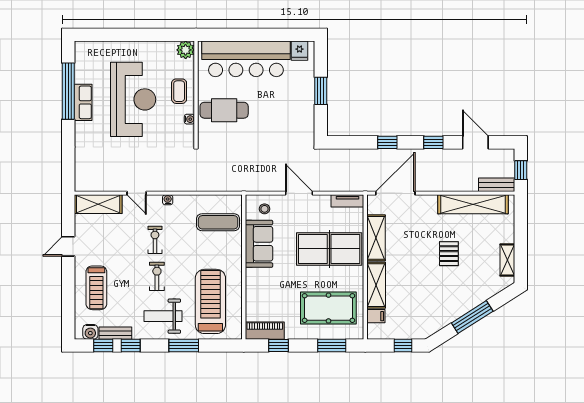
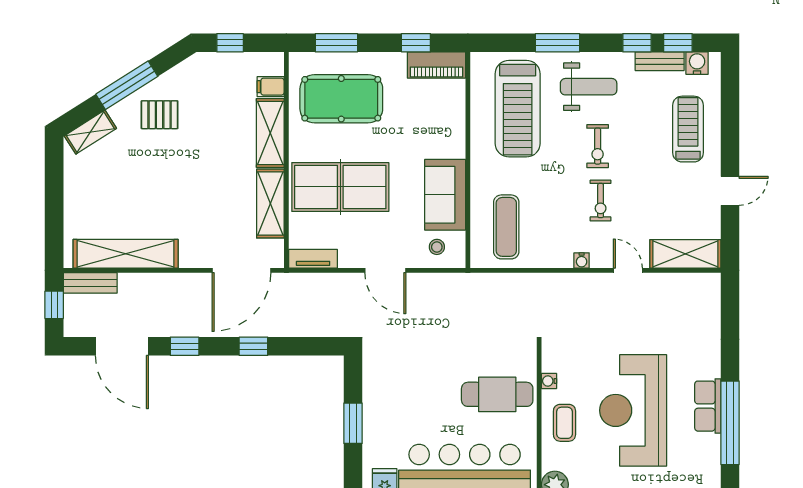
door: (475, 142) -> (122, 346), width x1.36
exercise mat: (218, 222) -> (506, 227), turned 90
pallet: (449, 254) -> (160, 115), moved, turned 90
shelving: (507, 260) -> (90, 132), moved, turned 58

